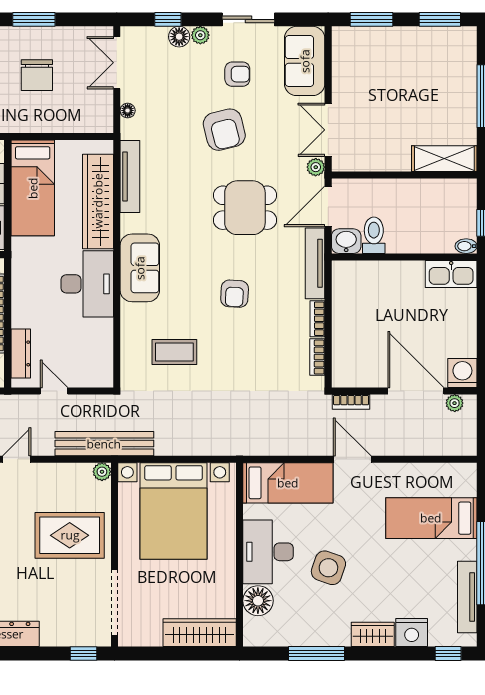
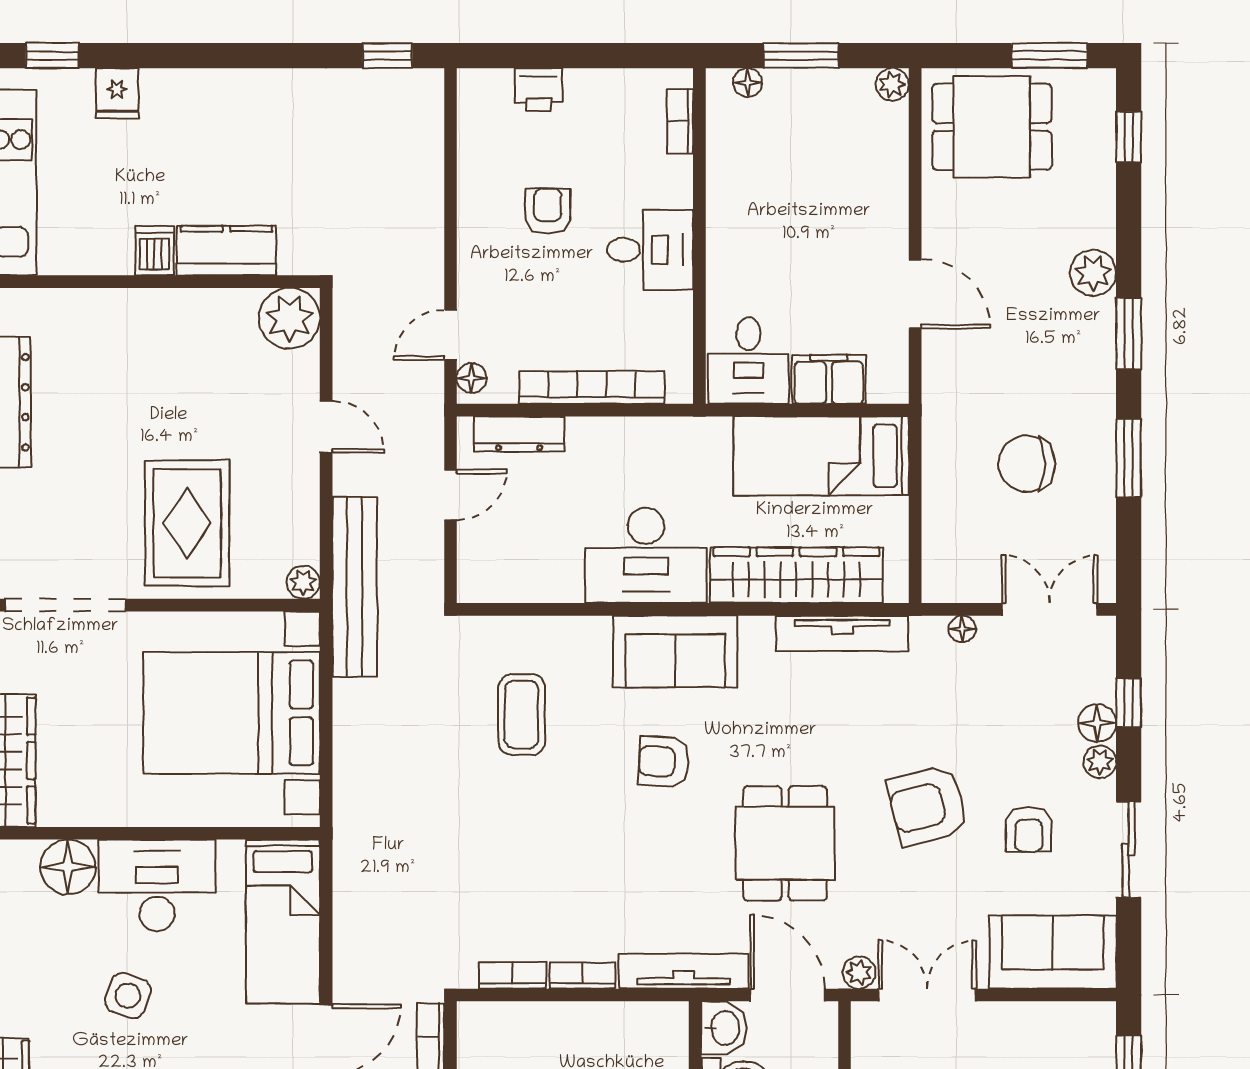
armchair: (235, 294) -> (664, 762), moved
side table: (328, 568) -> (128, 996), width x0.73, depth x0.73

